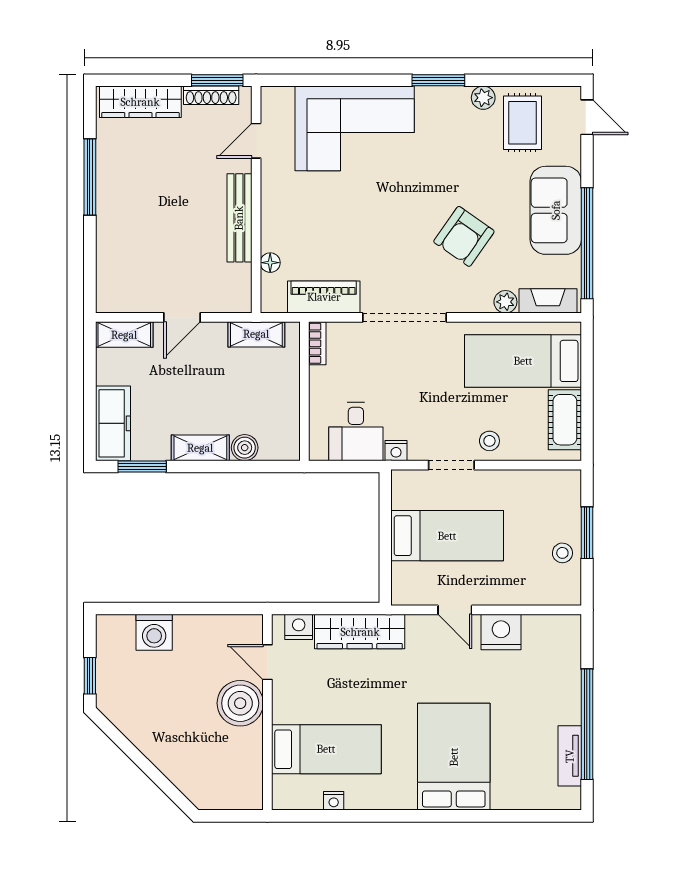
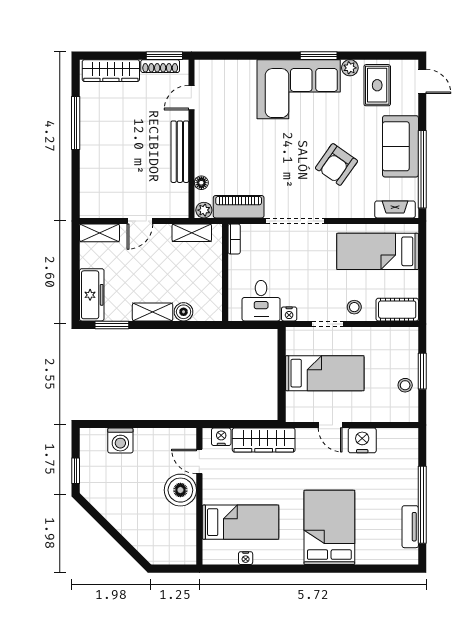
corner sofa: (355, 128) -> (299, 89), moved
plant: (505, 302) -> (204, 210), moved
cot: (565, 420) -> (397, 310), moved, turned 90

